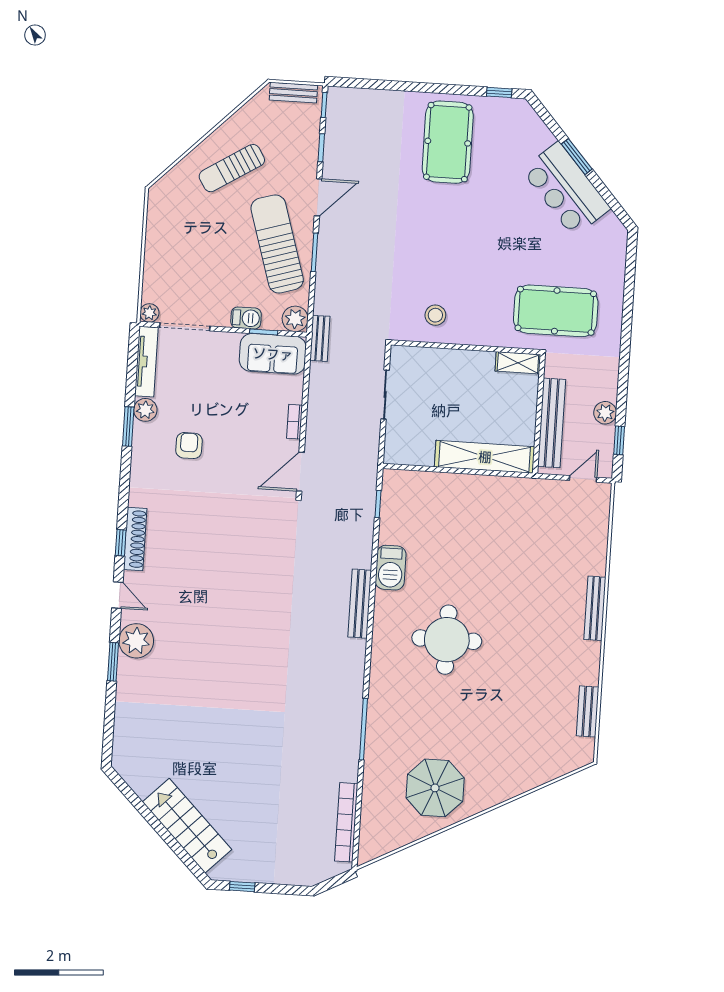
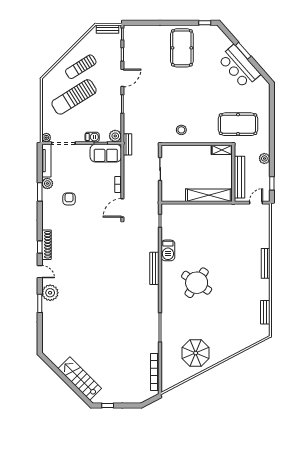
sun lounger: (277, 244) -> (74, 97), moved, turned -105
plant: (605, 413) -> (264, 158), moved
round table: (447, 640) -> (197, 283), turned 34

